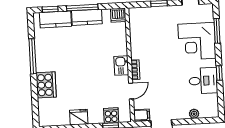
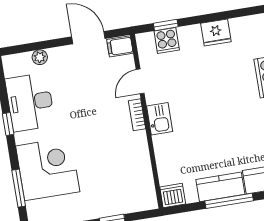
desk: (203, 81) -> (30, 102), width x1.37

